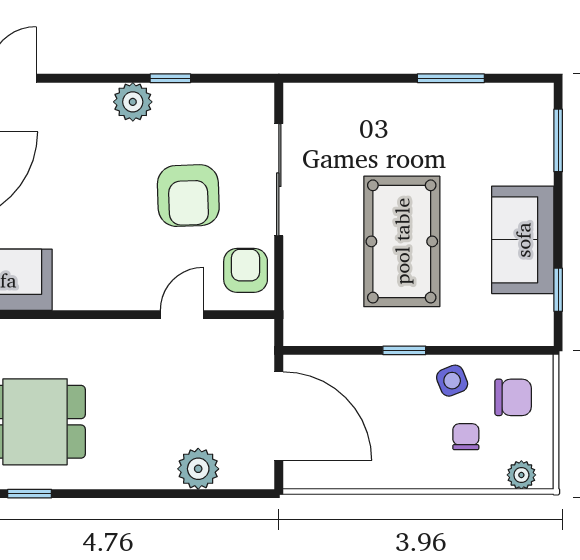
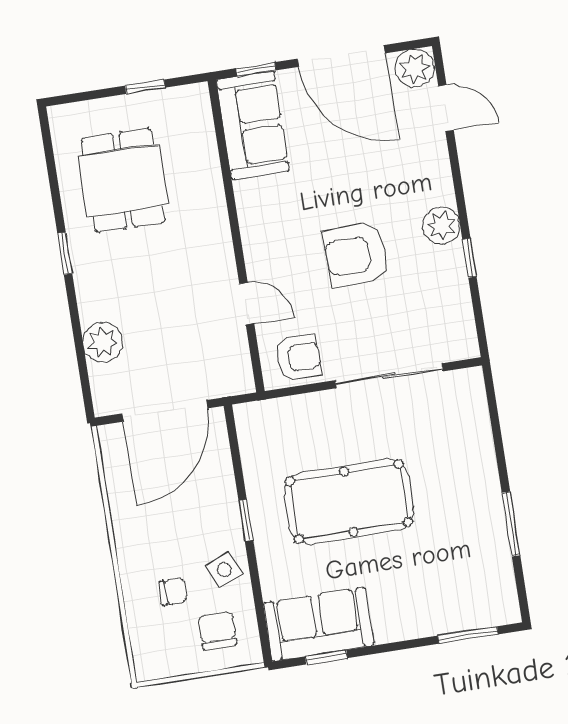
armchair: (188, 196) -> (356, 255), moved
sofa: (523, 240) -> (319, 624), moved
chair: (513, 397) -> (217, 630), turned 180
plant: (521, 475) -> (145, 650), removed
window: (30, 494) -> (65, 253), moved

